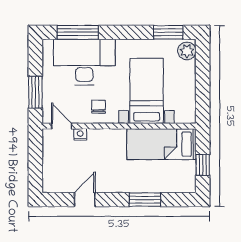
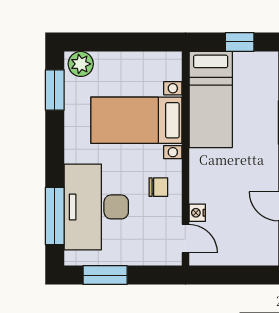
window: (35, 92) -> (105, 275), moved
chair: (99, 107) -> (158, 187), turned 180
door: (62, 126) -> (185, 239), swing flipped

